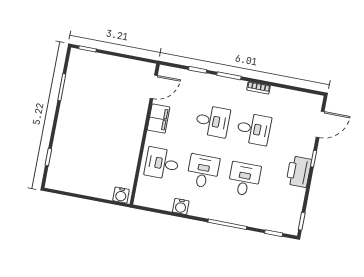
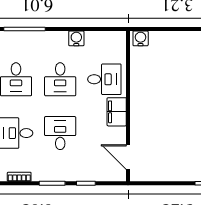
door: (154, 87) -> (128, 157), hinge flipped
filing cabinet: (159, 119) -> (117, 112), moved
desk: (213, 121) -> (60, 133), turned 90

